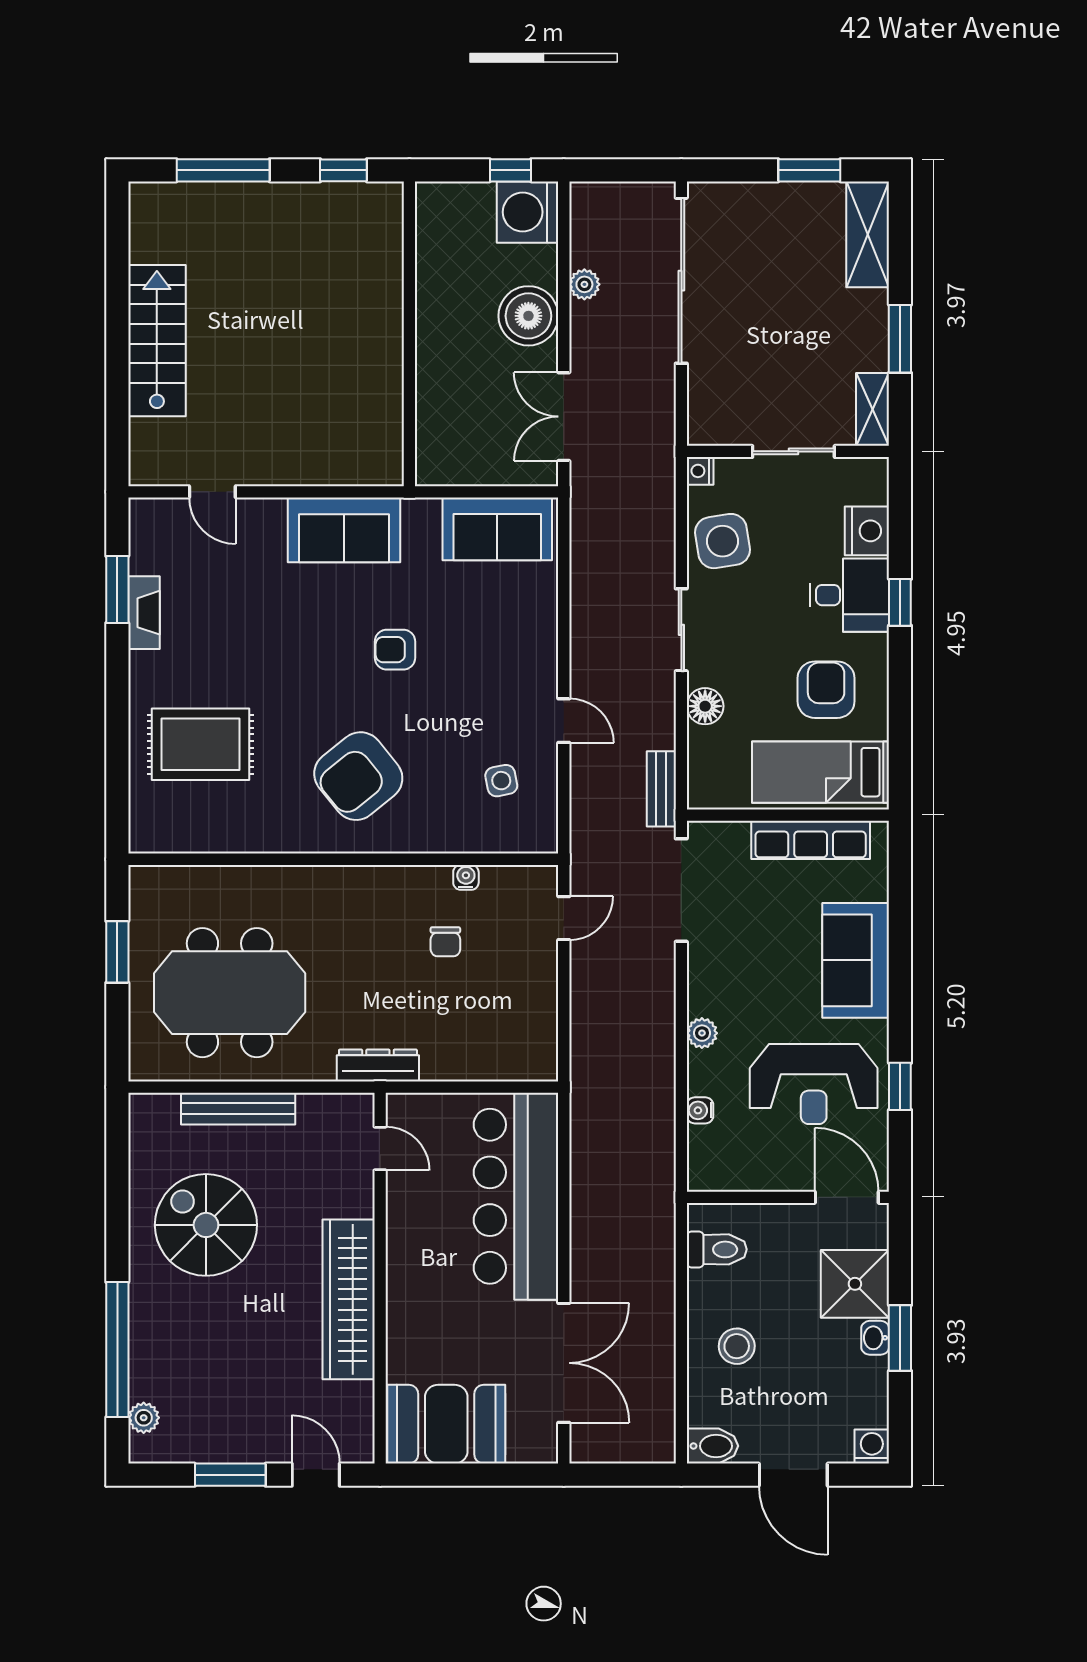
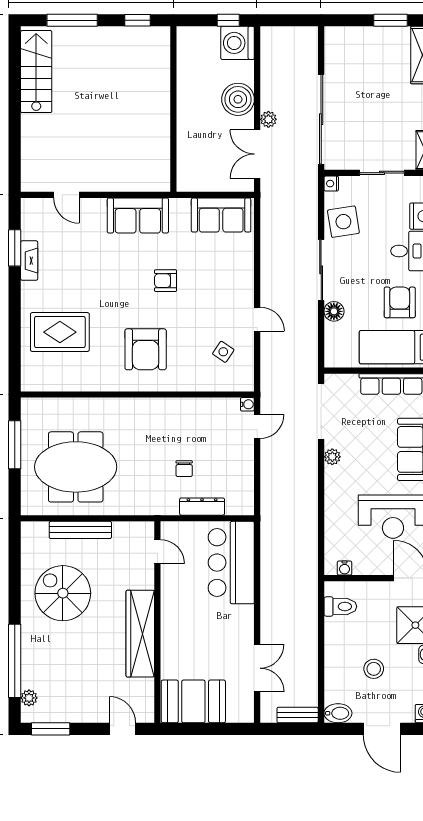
sliding door: (681, 281) -> (321, 119), moved
plant: (584, 284) -> (268, 119), moved
stairs: (157, 341) -> (36, 72), moved
sliding door: (681, 630) -> (321, 270), width x1.37
armchair: (358, 776) -> (146, 349), turned -51
side table: (501, 781) -> (223, 352), turned 45
bench: (661, 789) -> (298, 715), moved, turned 90
water cooler: (466, 877) -> (247, 404), moved, turned 90
chair: (445, 942) -> (184, 469), moved
window: (117, 952) -> (15, 445), width x1.44
plant: (702, 1033) -> (332, 457), moved
dresser: (378, 1065) -> (202, 507), moved
water cooler: (700, 1110) -> (345, 568), moved, turned -90
bar counter: (516, 1196) -> (231, 563), width x0.73
stool: (737, 1346) -> (374, 669), moved
double door: (564, 1363) -> (257, 668), width x0.73
window: (230, 1475) -> (51, 729), moved

